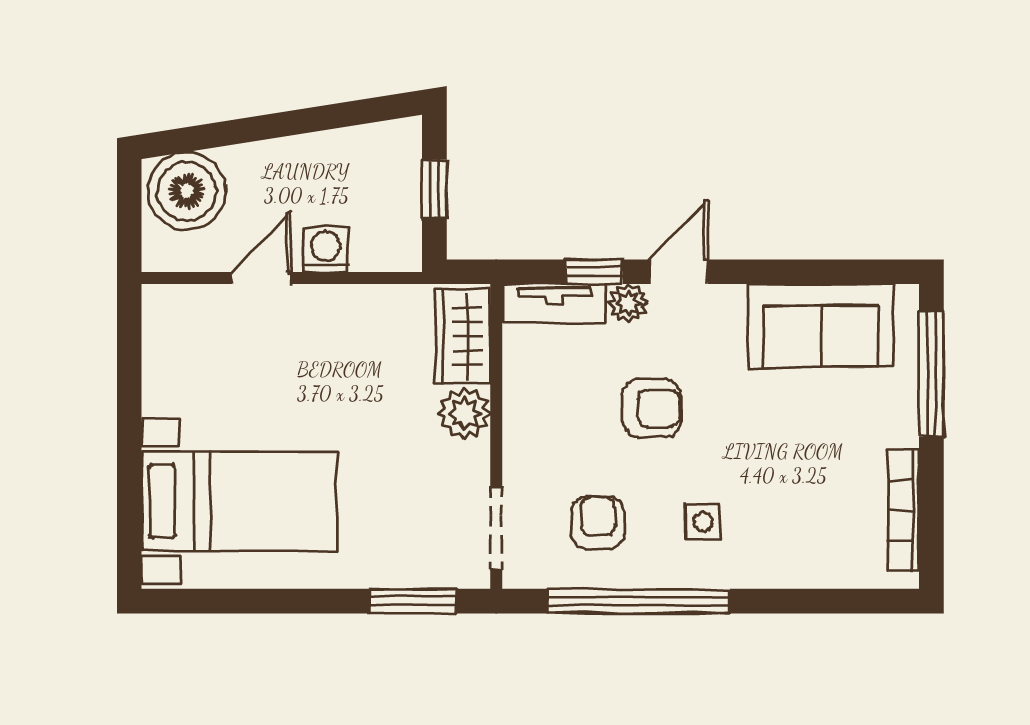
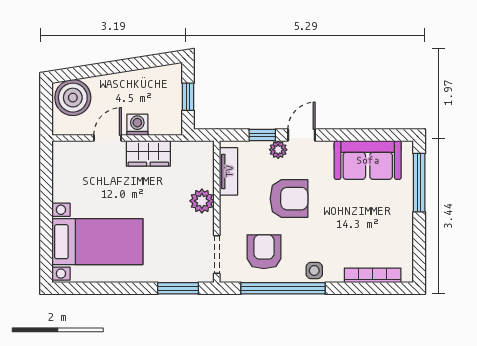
tv unit: (554, 303) -> (229, 171), moved, turned -90
wardrobe: (463, 336) -> (148, 153), moved, turned -90
armchair: (652, 408) -> (289, 199), width x1.38, depth x1.38
bookcase: (904, 510) -> (373, 275), moved, turned 90
side table: (703, 522) -> (314, 271), moved
armchair: (598, 523) -> (264, 252), width x1.38, depth x1.38

